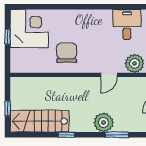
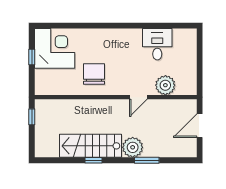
window: (8, 108) -> (32, 117), moved
stairs: (40, 121) -> (90, 146), moved

